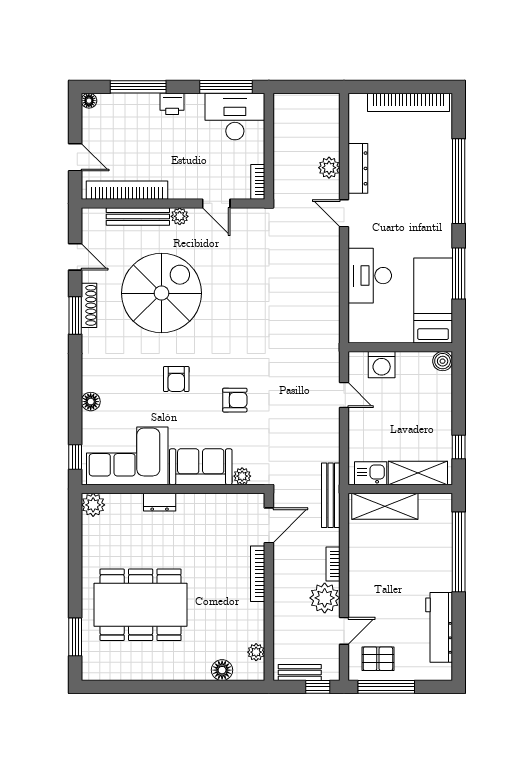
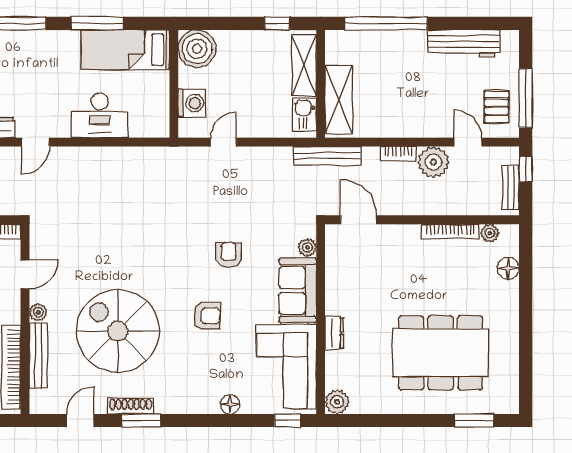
boiler: (443, 361) -> (197, 49), width x1.86, depth x1.86
bookcase: (258, 574) -> (450, 231), moved
dining table: (141, 605) -> (441, 353), turned 90

